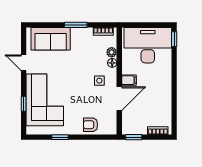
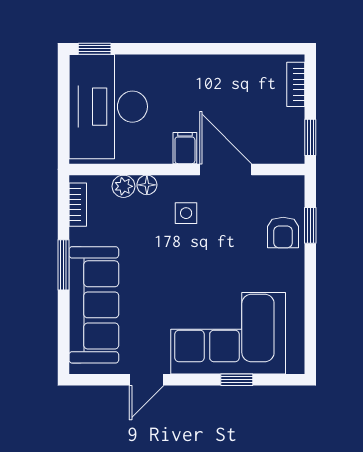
sofa: (51, 39) -> (94, 305), width x1.36
window: (60, 137) -> (310, 225), moved

